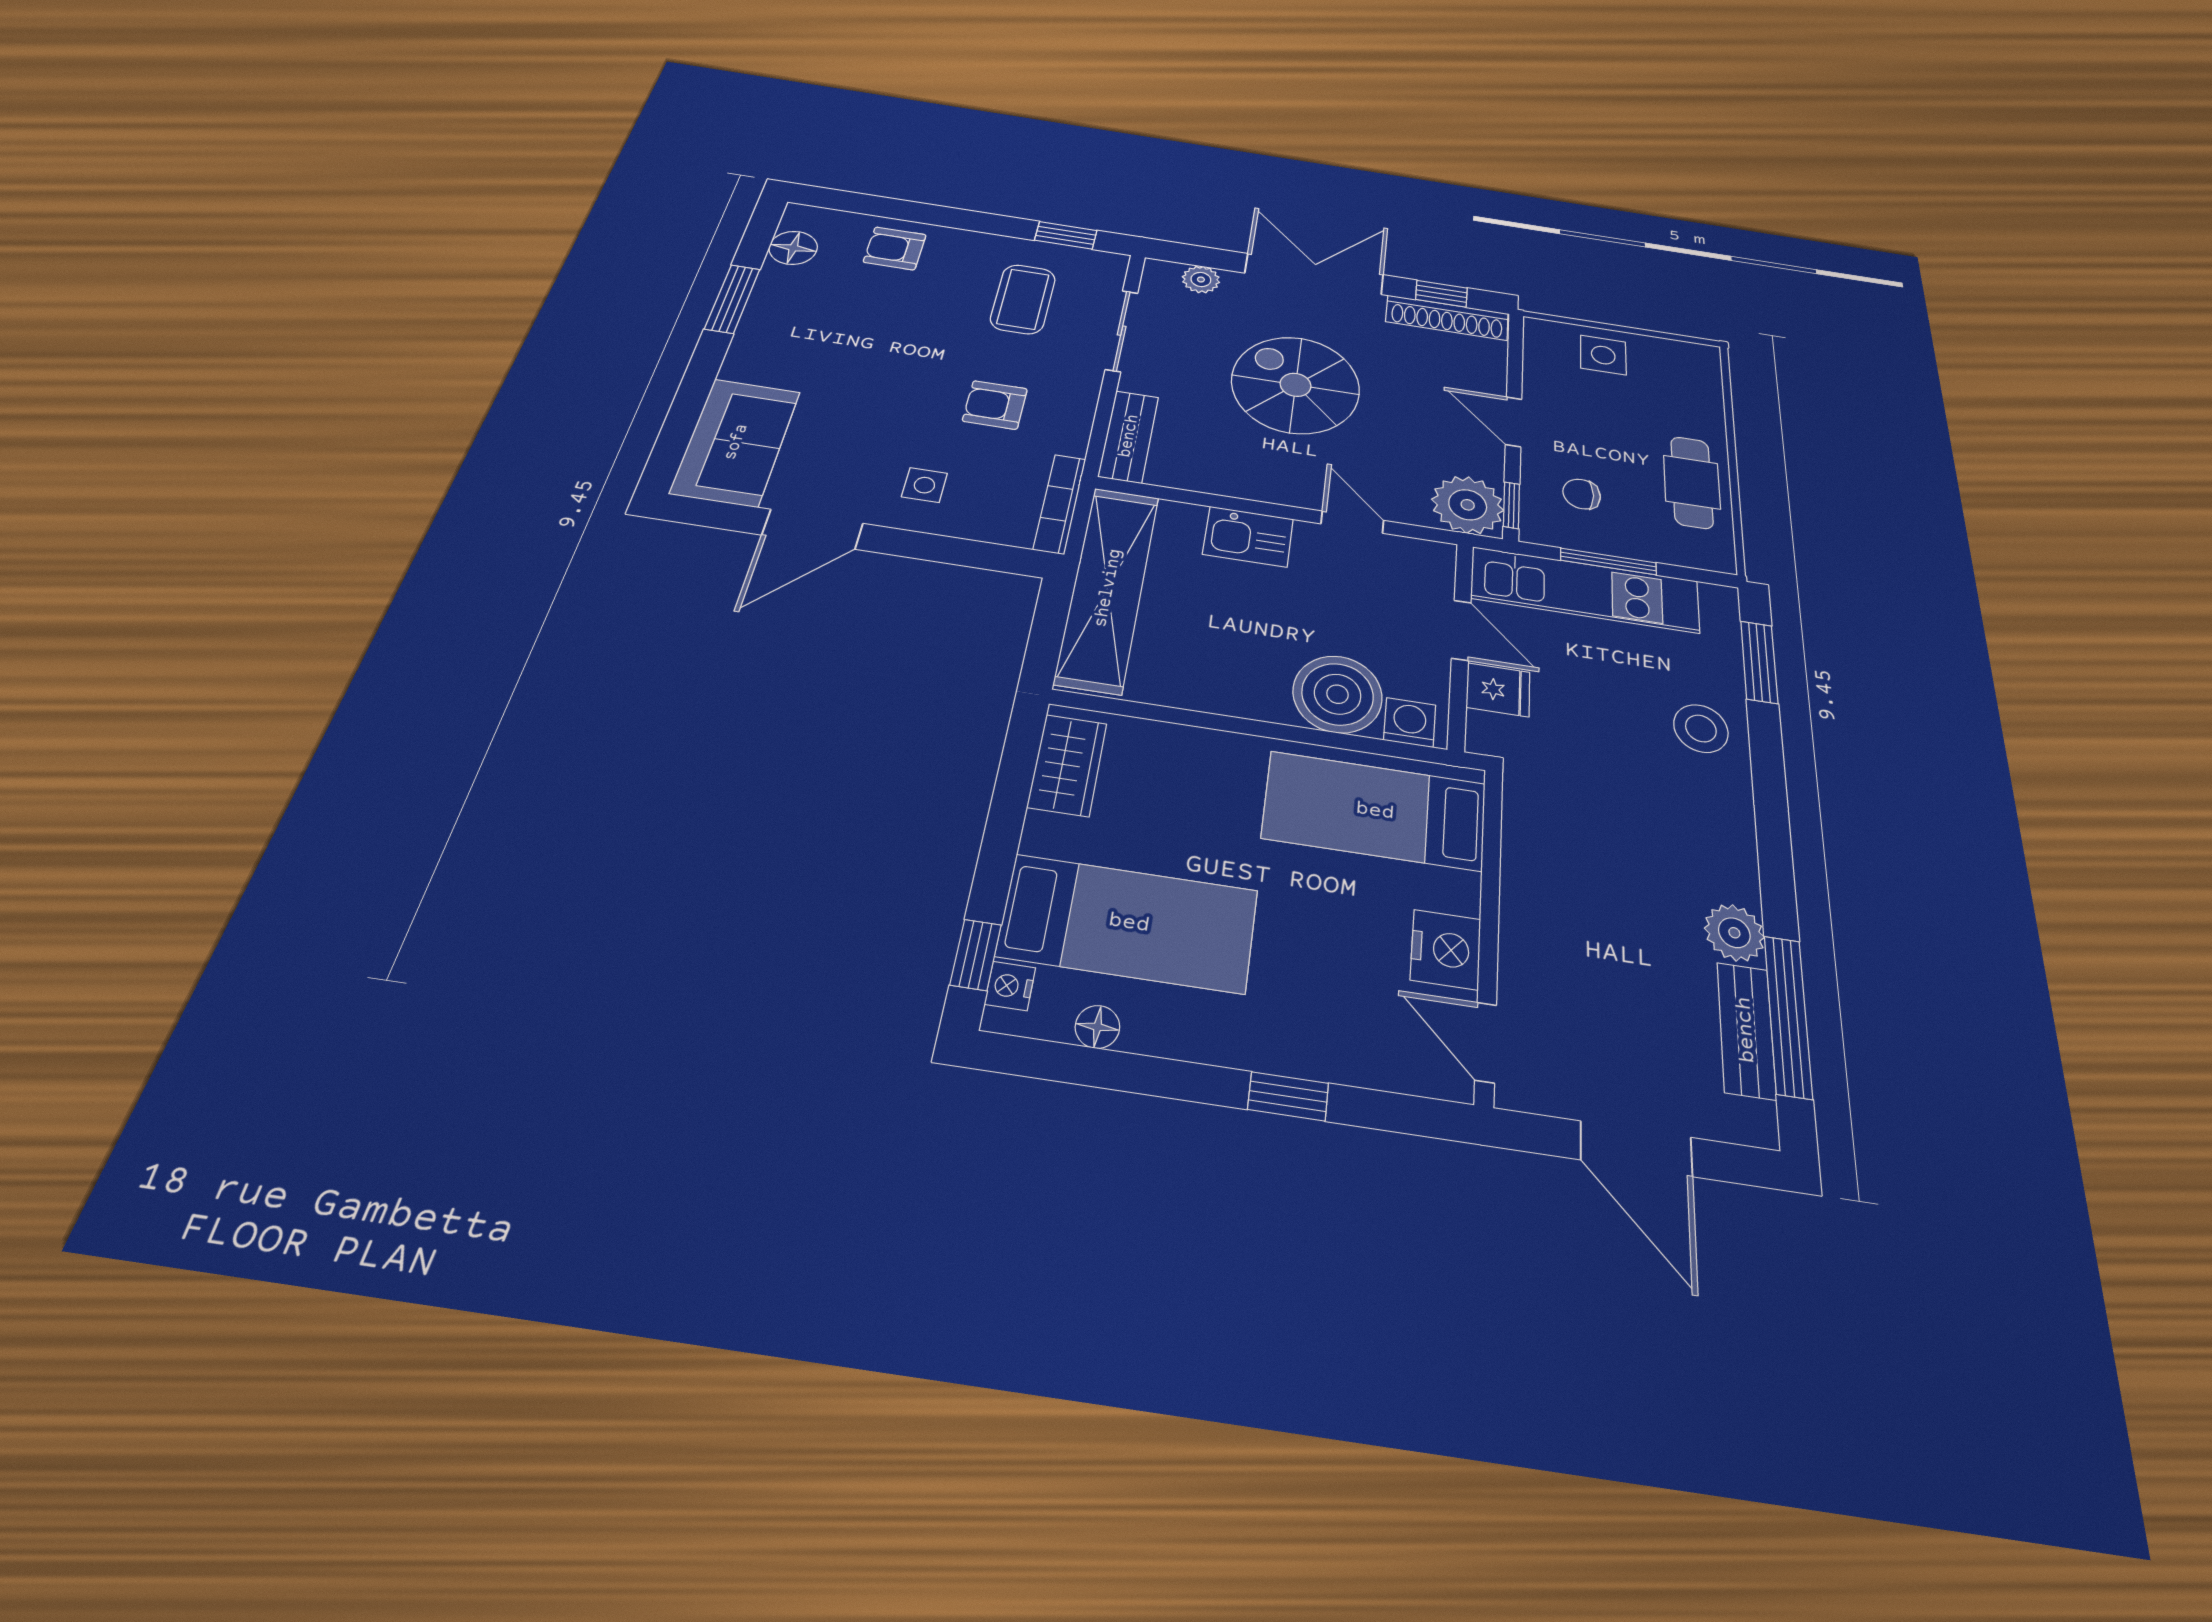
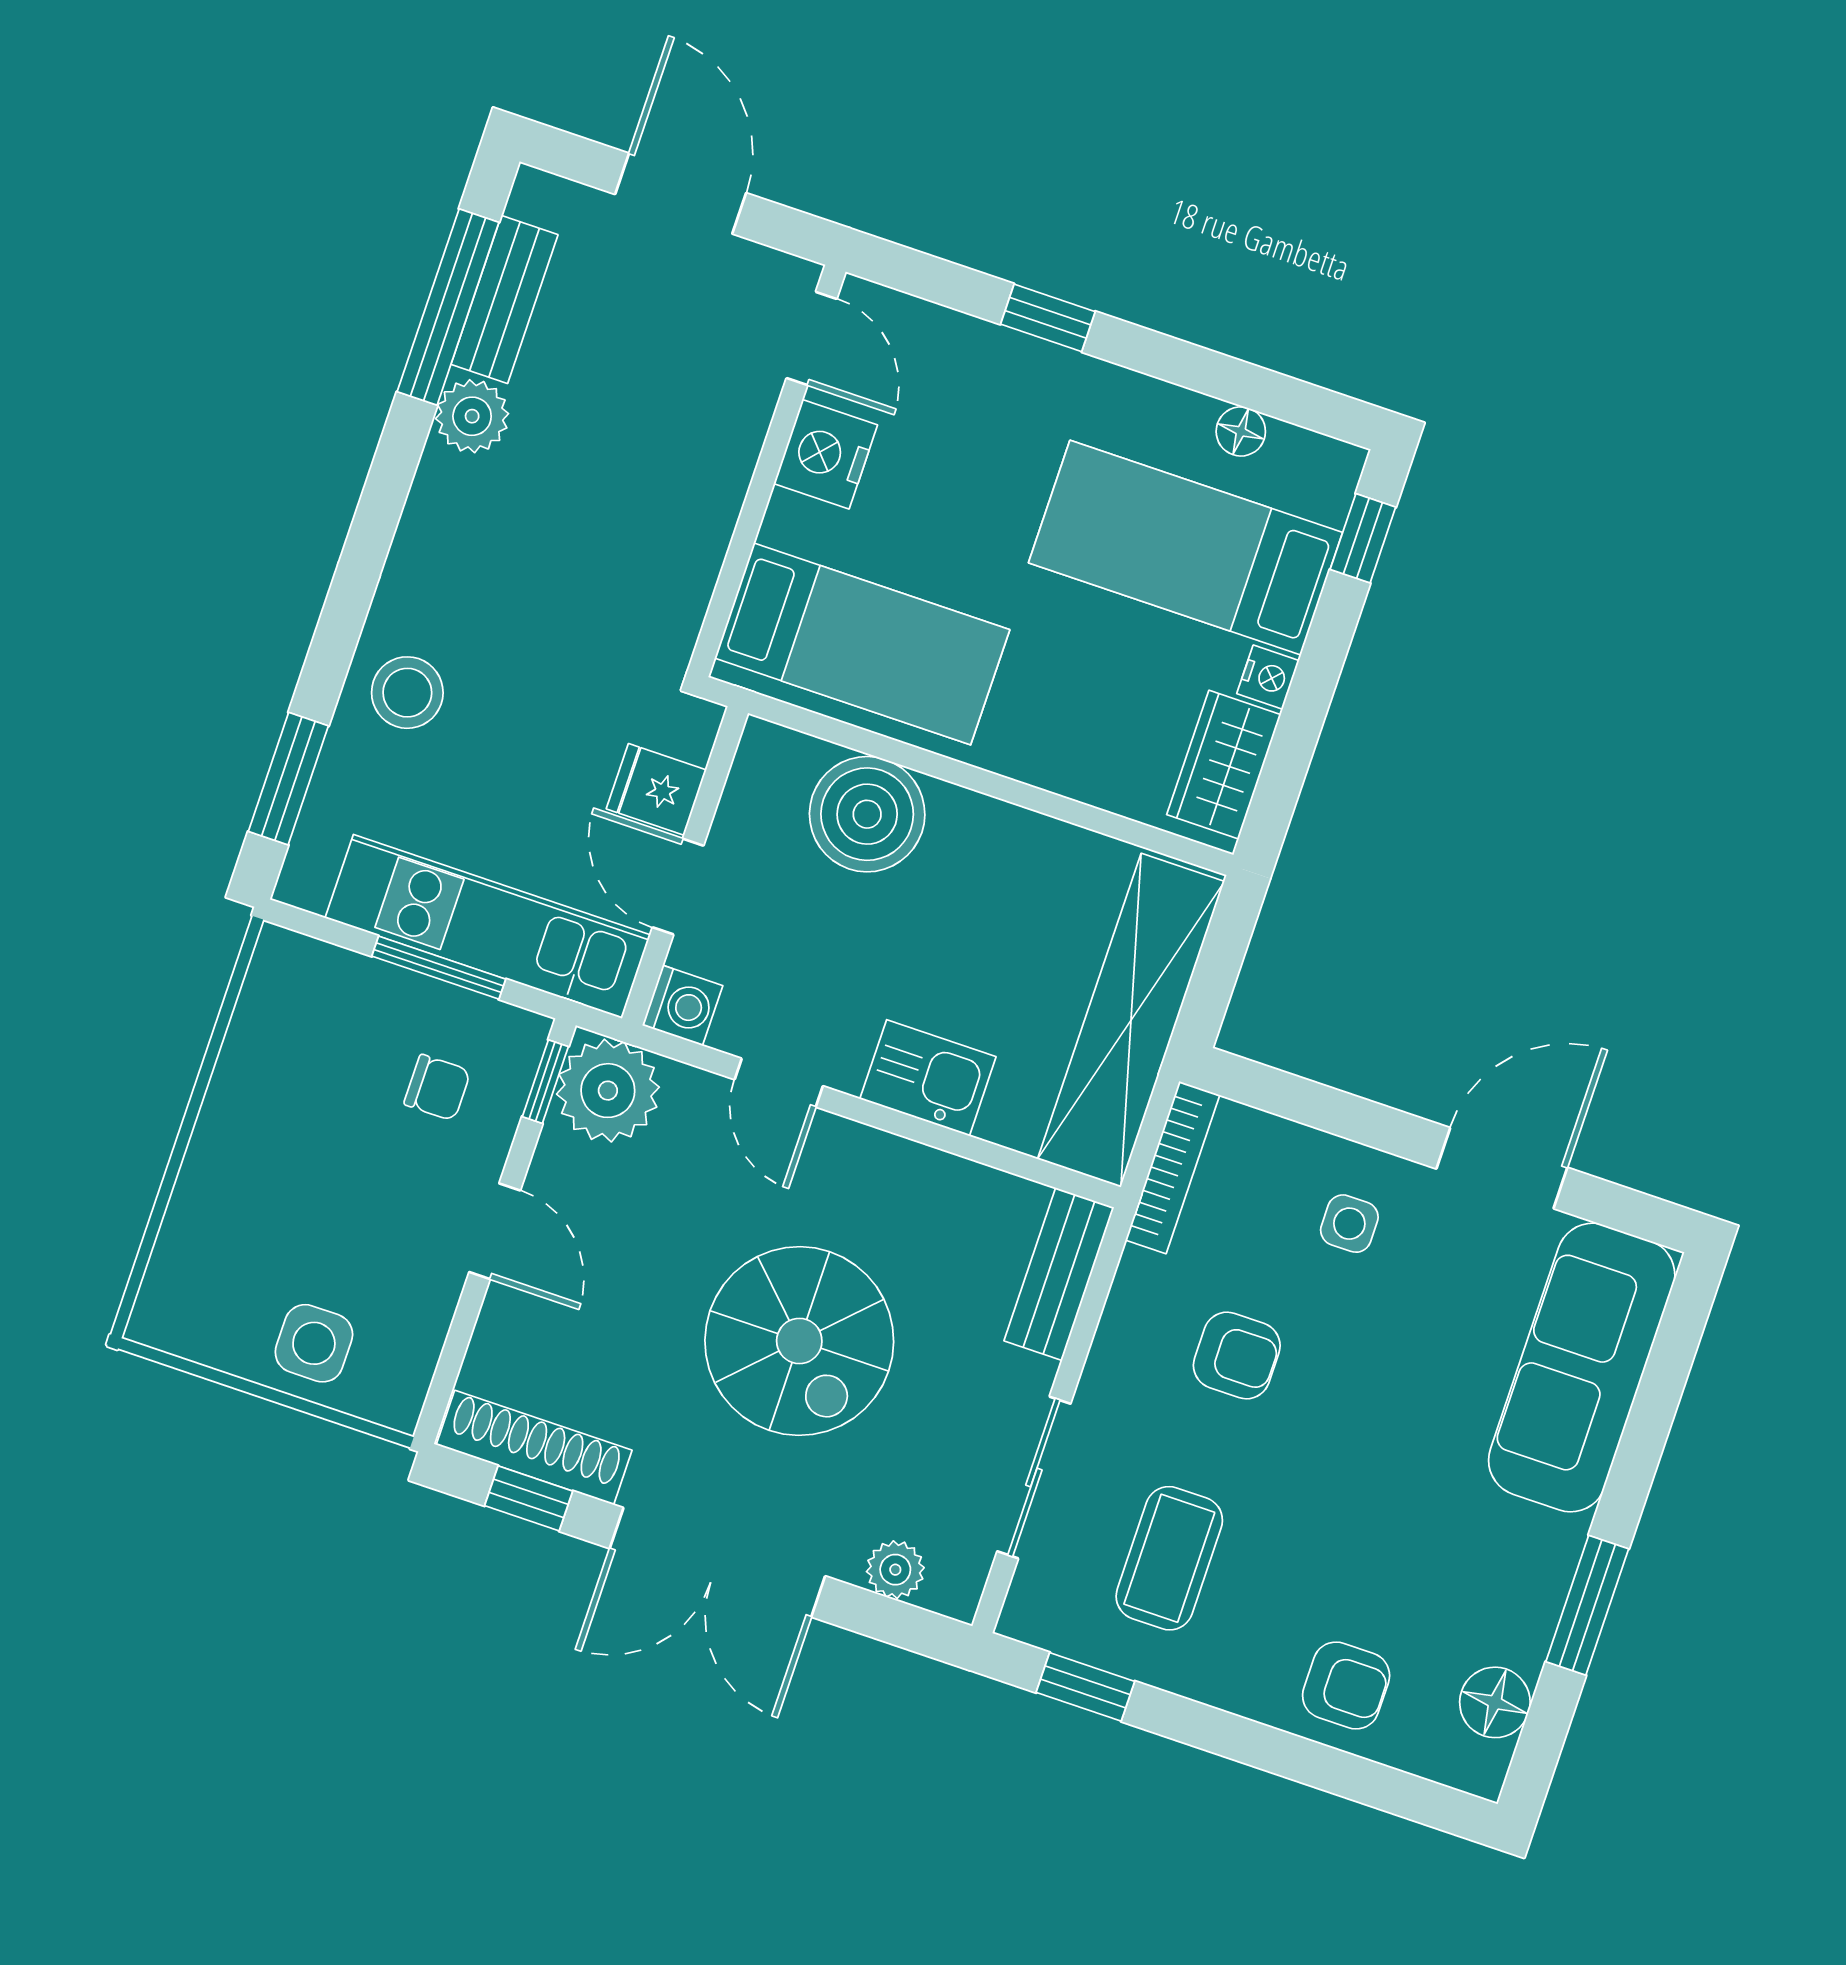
sofa: (736, 442) -> (1582, 1368), width x1.36
cafe table: (1692, 482) -> (267, 1087), removed
washing machine: (1410, 722) -> (683, 1005), moved, turned -90
nightstand: (1010, 986) -> (1268, 677), moved

